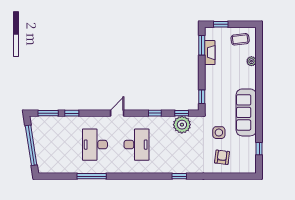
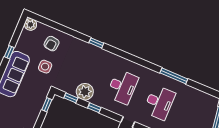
plant: (182, 125) -> (85, 92), moved
desk: (137, 145) -> (122, 87), turned 180
window: (259, 149) -> (9, 52), moved
plant: (250, 167) -> (30, 24), added

